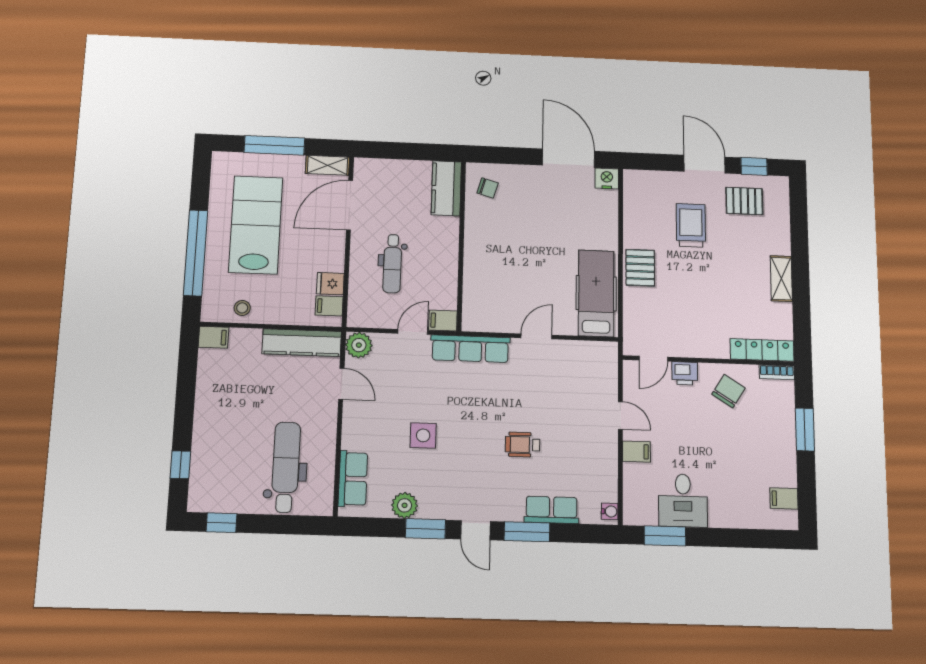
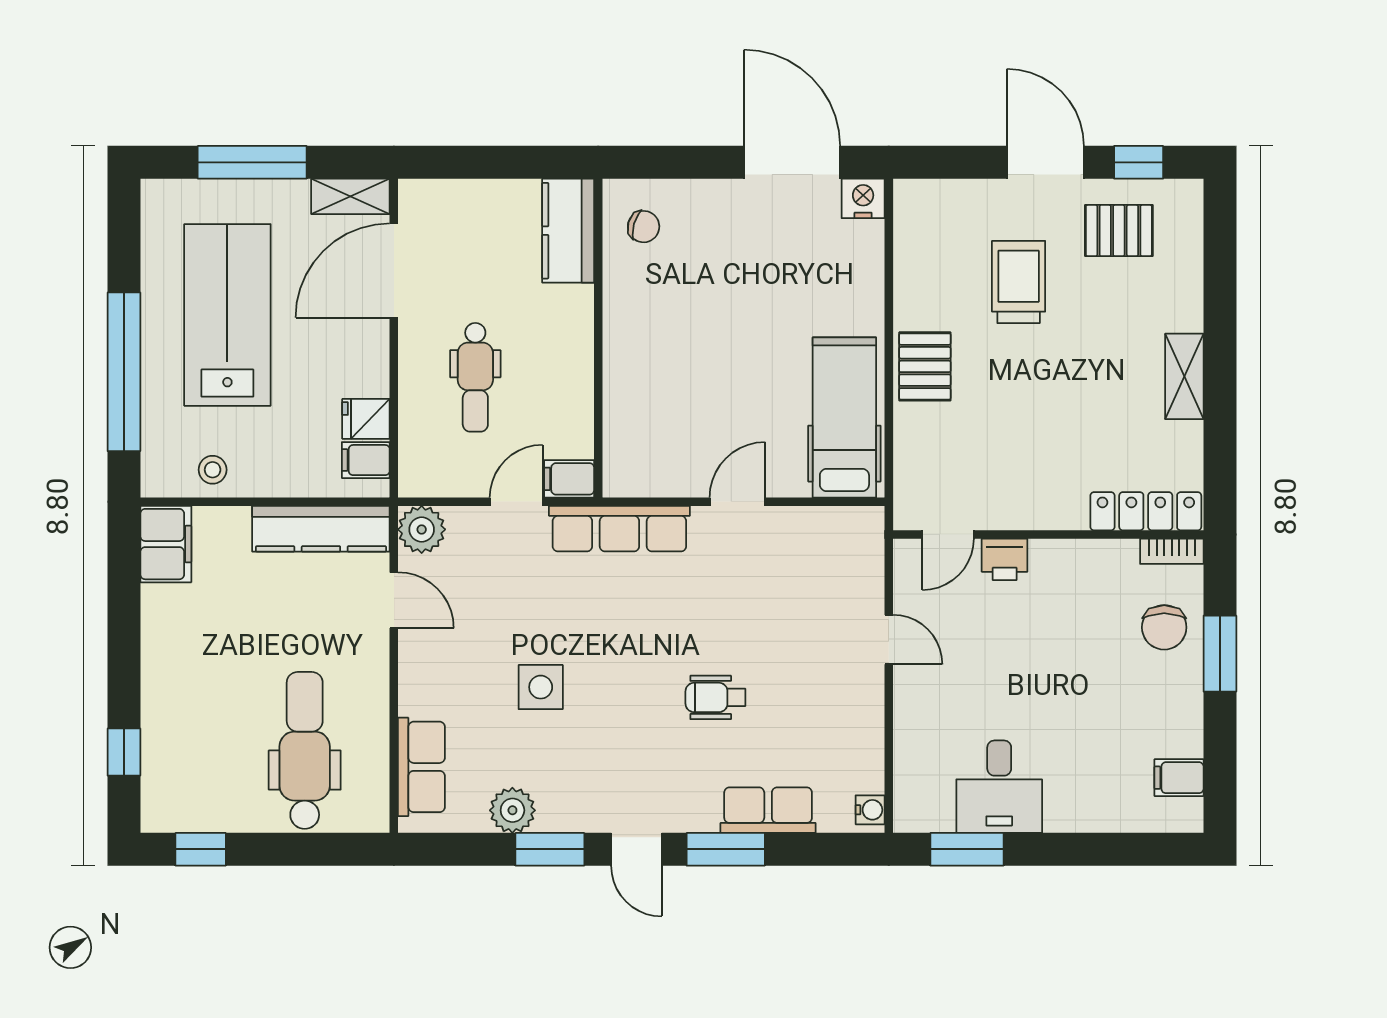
filing cabinet: (214, 337) -> (166, 544), width x2.00
chair: (729, 391) -> (1164, 627), moved, turned 148
filing cabinet: (636, 452) -> (917, 703), removed

